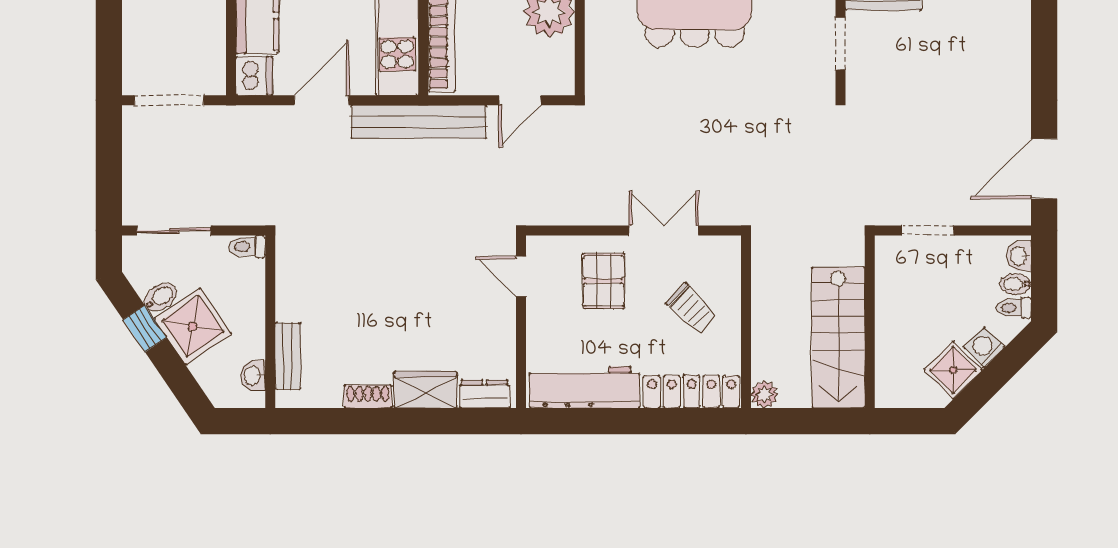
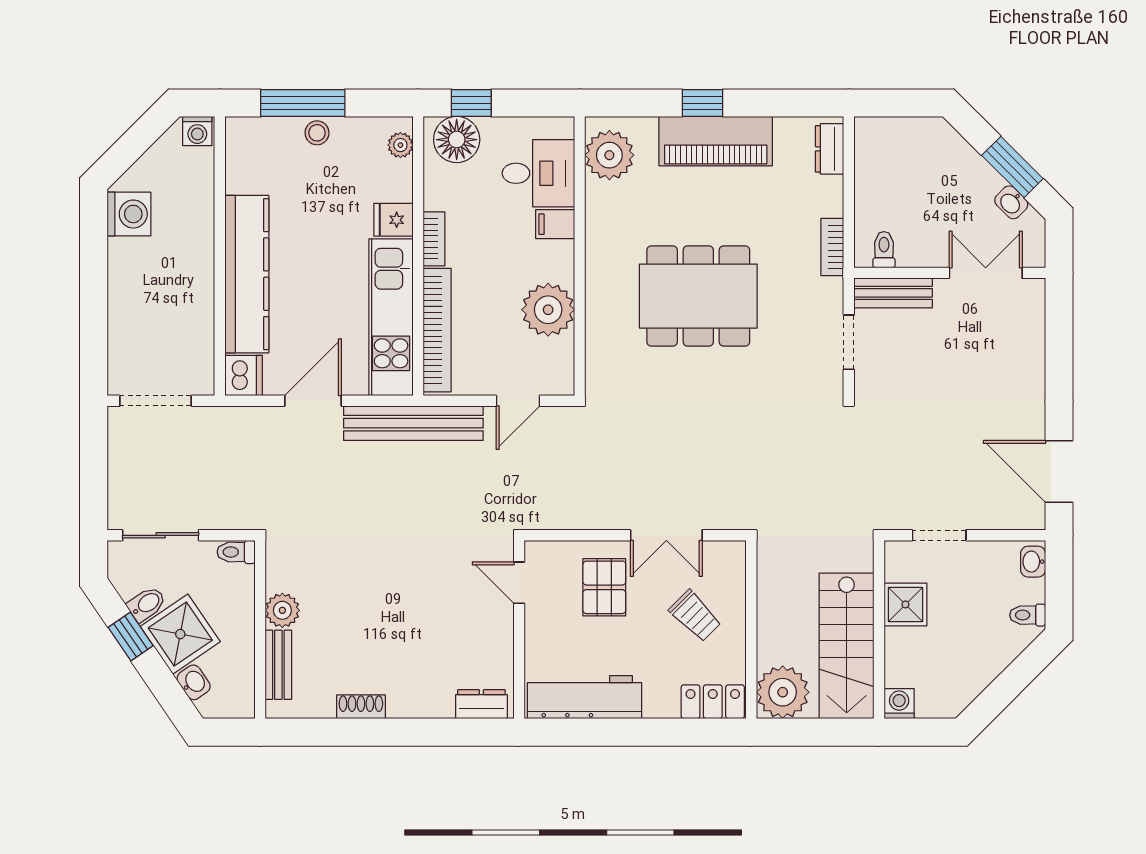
door: (1044, 169) -> (1059, 471), hinge flipped
double door: (664, 231) -> (666, 535), swing flipped
bidet: (1016, 284) -> (1030, 591), removed
plant: (292, 303) -> (282, 610), added
washing machine: (984, 348) -> (899, 704), moved, turned 45
shower: (953, 370) -> (905, 604), moved, turned 45
washbasin: (253, 376) -> (194, 682), moved, turned 146
wardrobe: (425, 390) -> (420, 700), removed
locker: (692, 392) -> (713, 702), width x0.66
plant: (764, 394) -> (783, 692), width x1.87, depth x1.87

